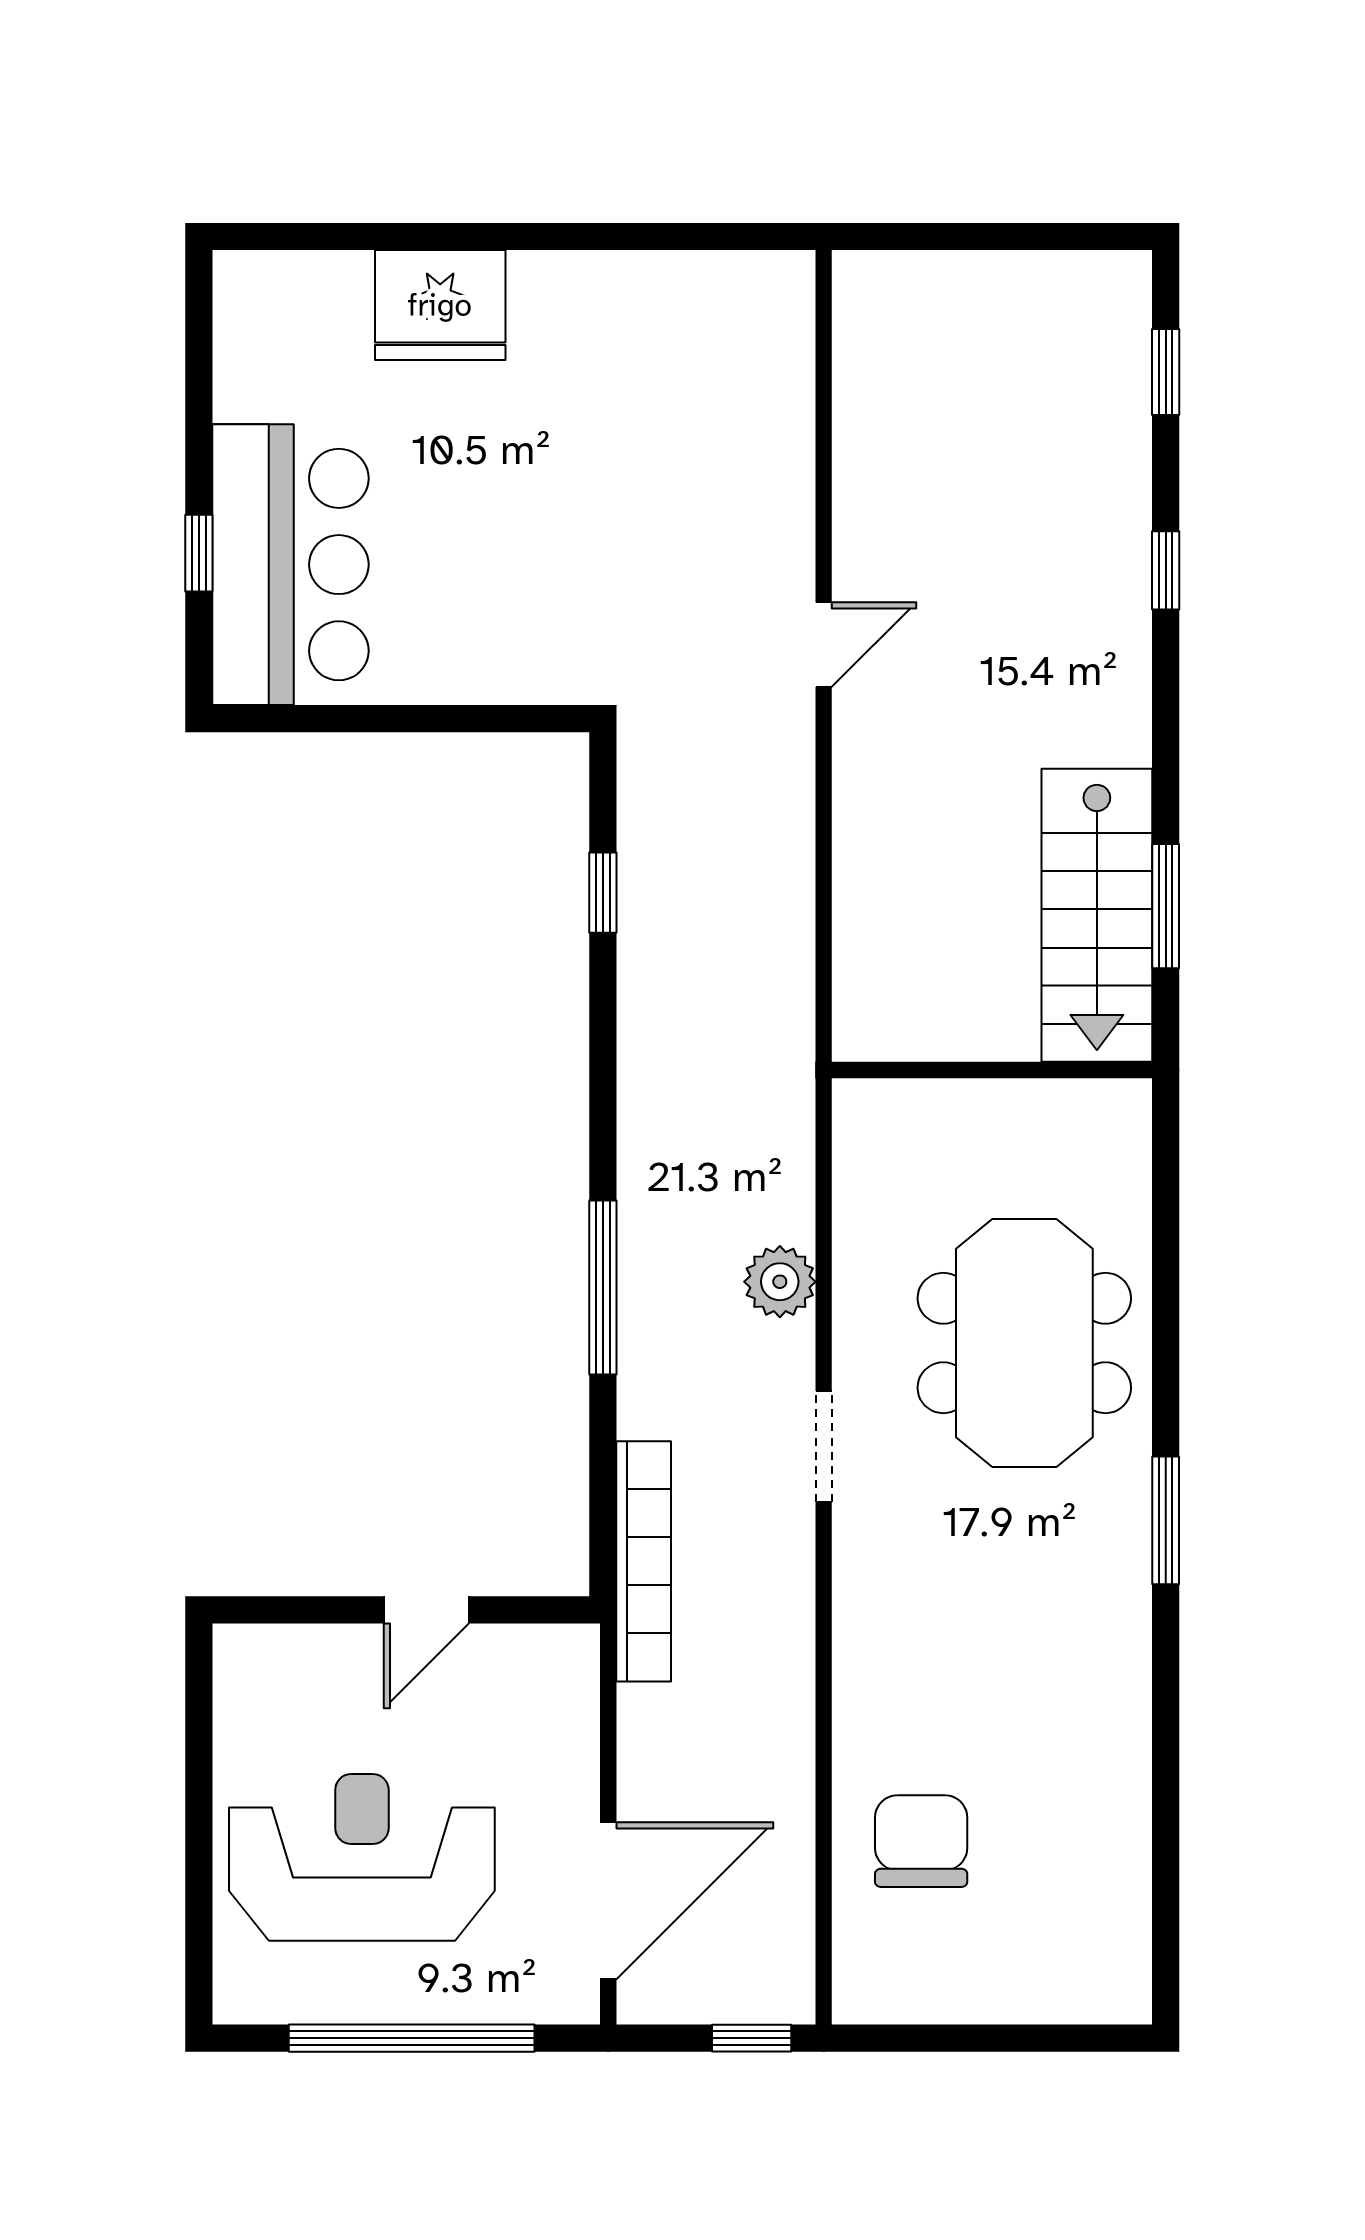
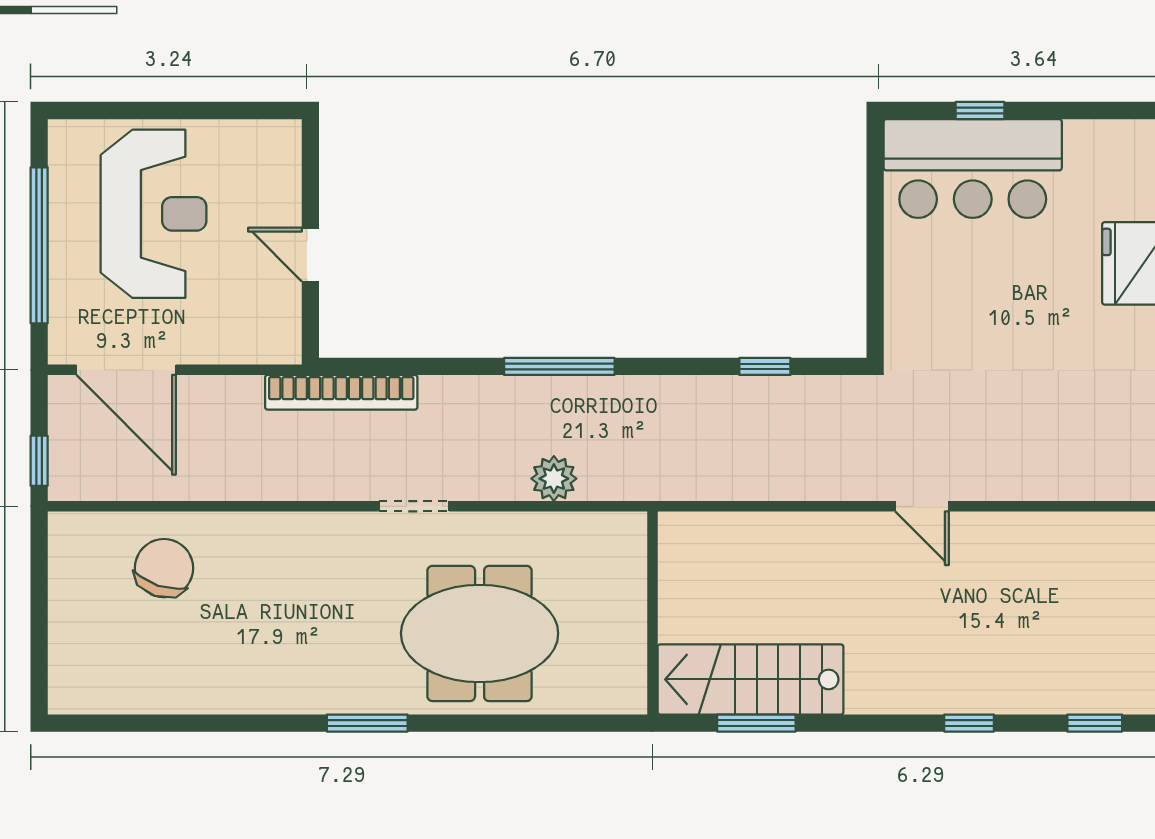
plant: (780, 1282) -> (554, 479), moved
window: (603, 1287) -> (559, 366), moved
chair: (921, 1841) -> (164, 568), turned -72

